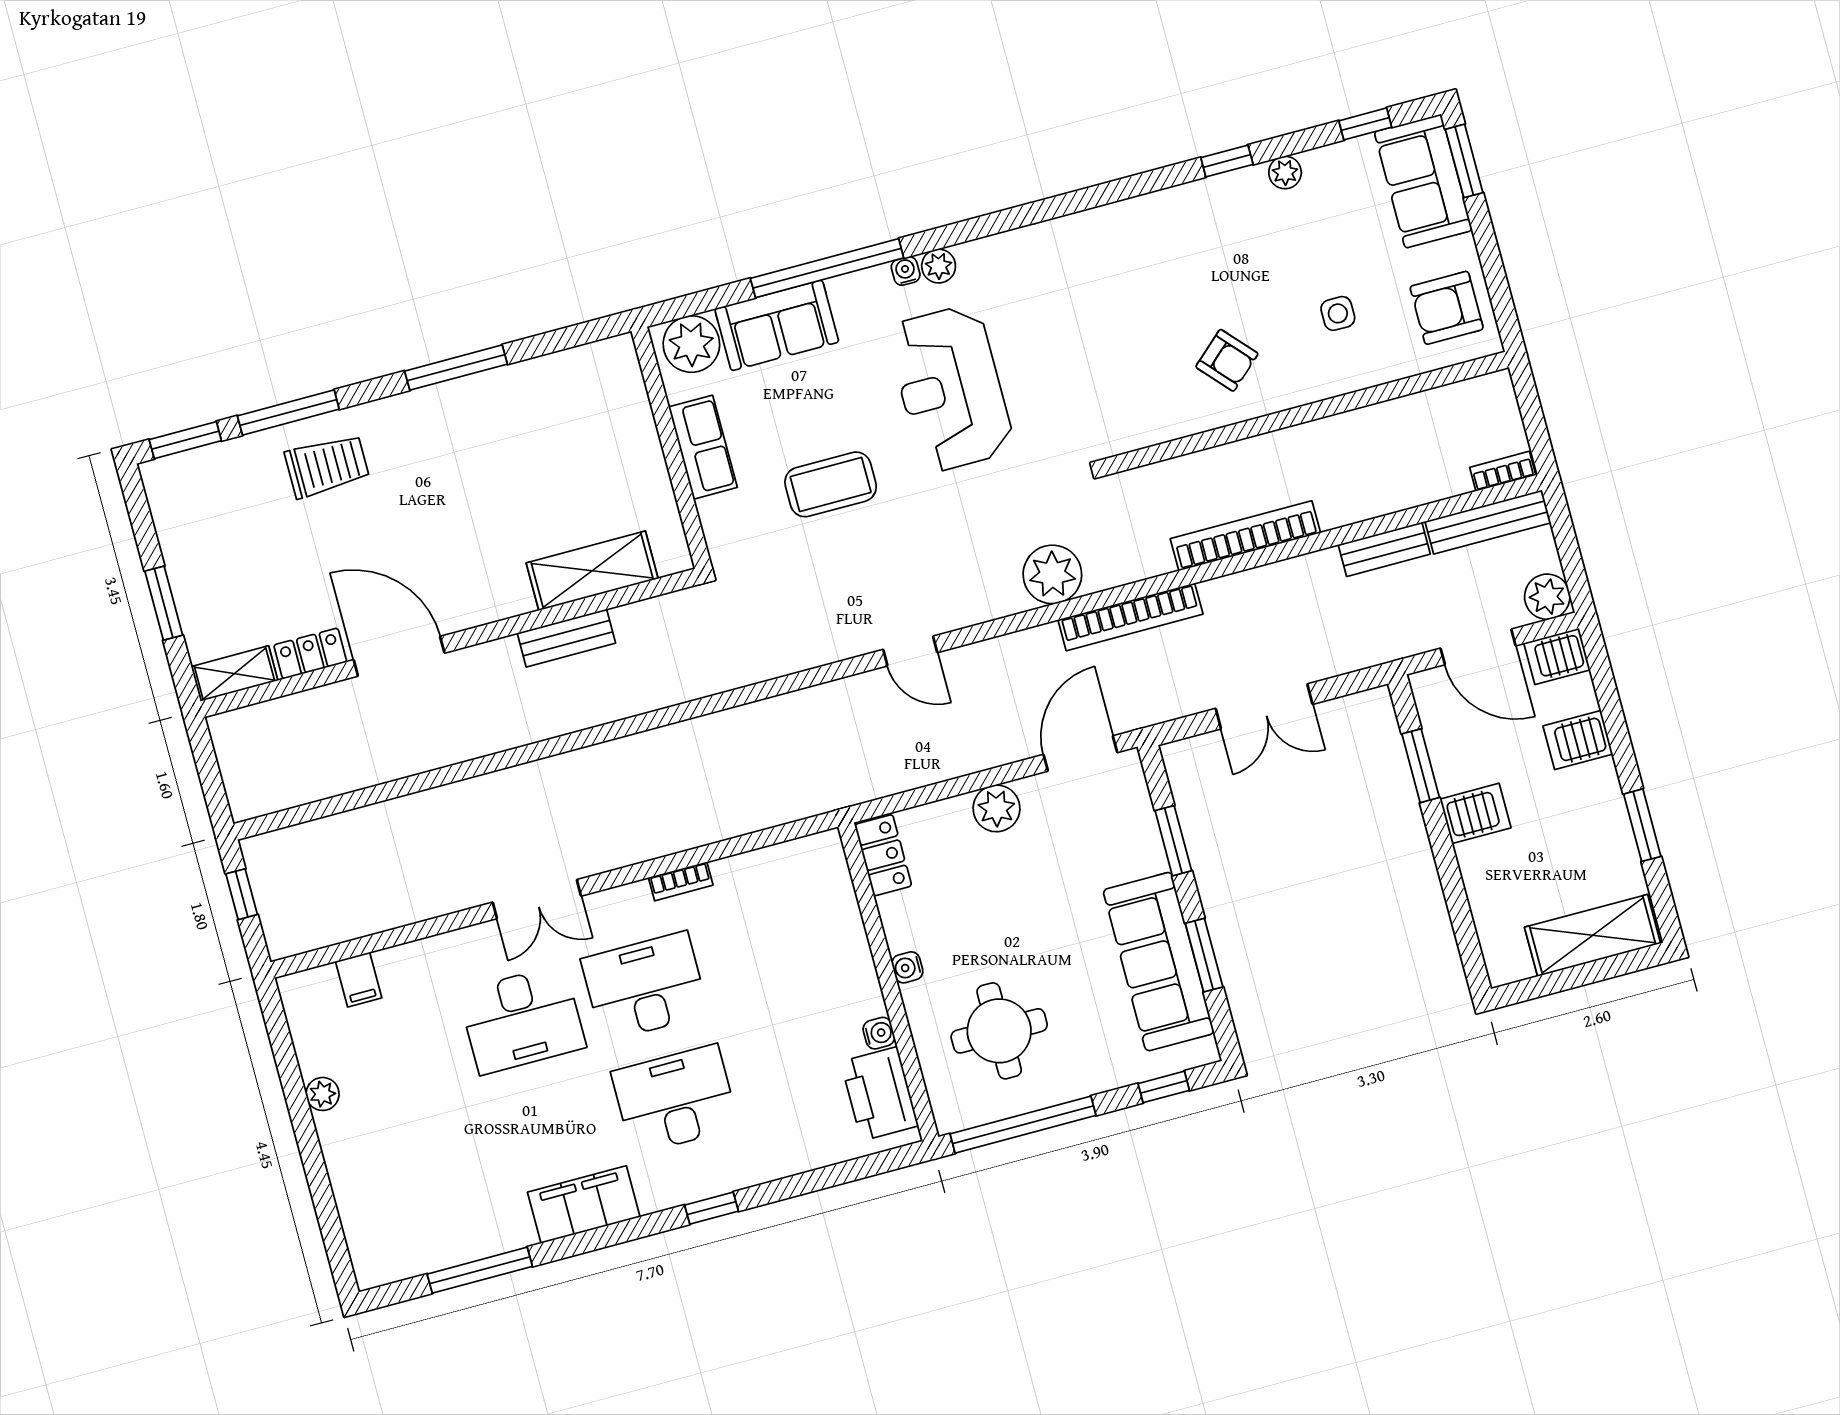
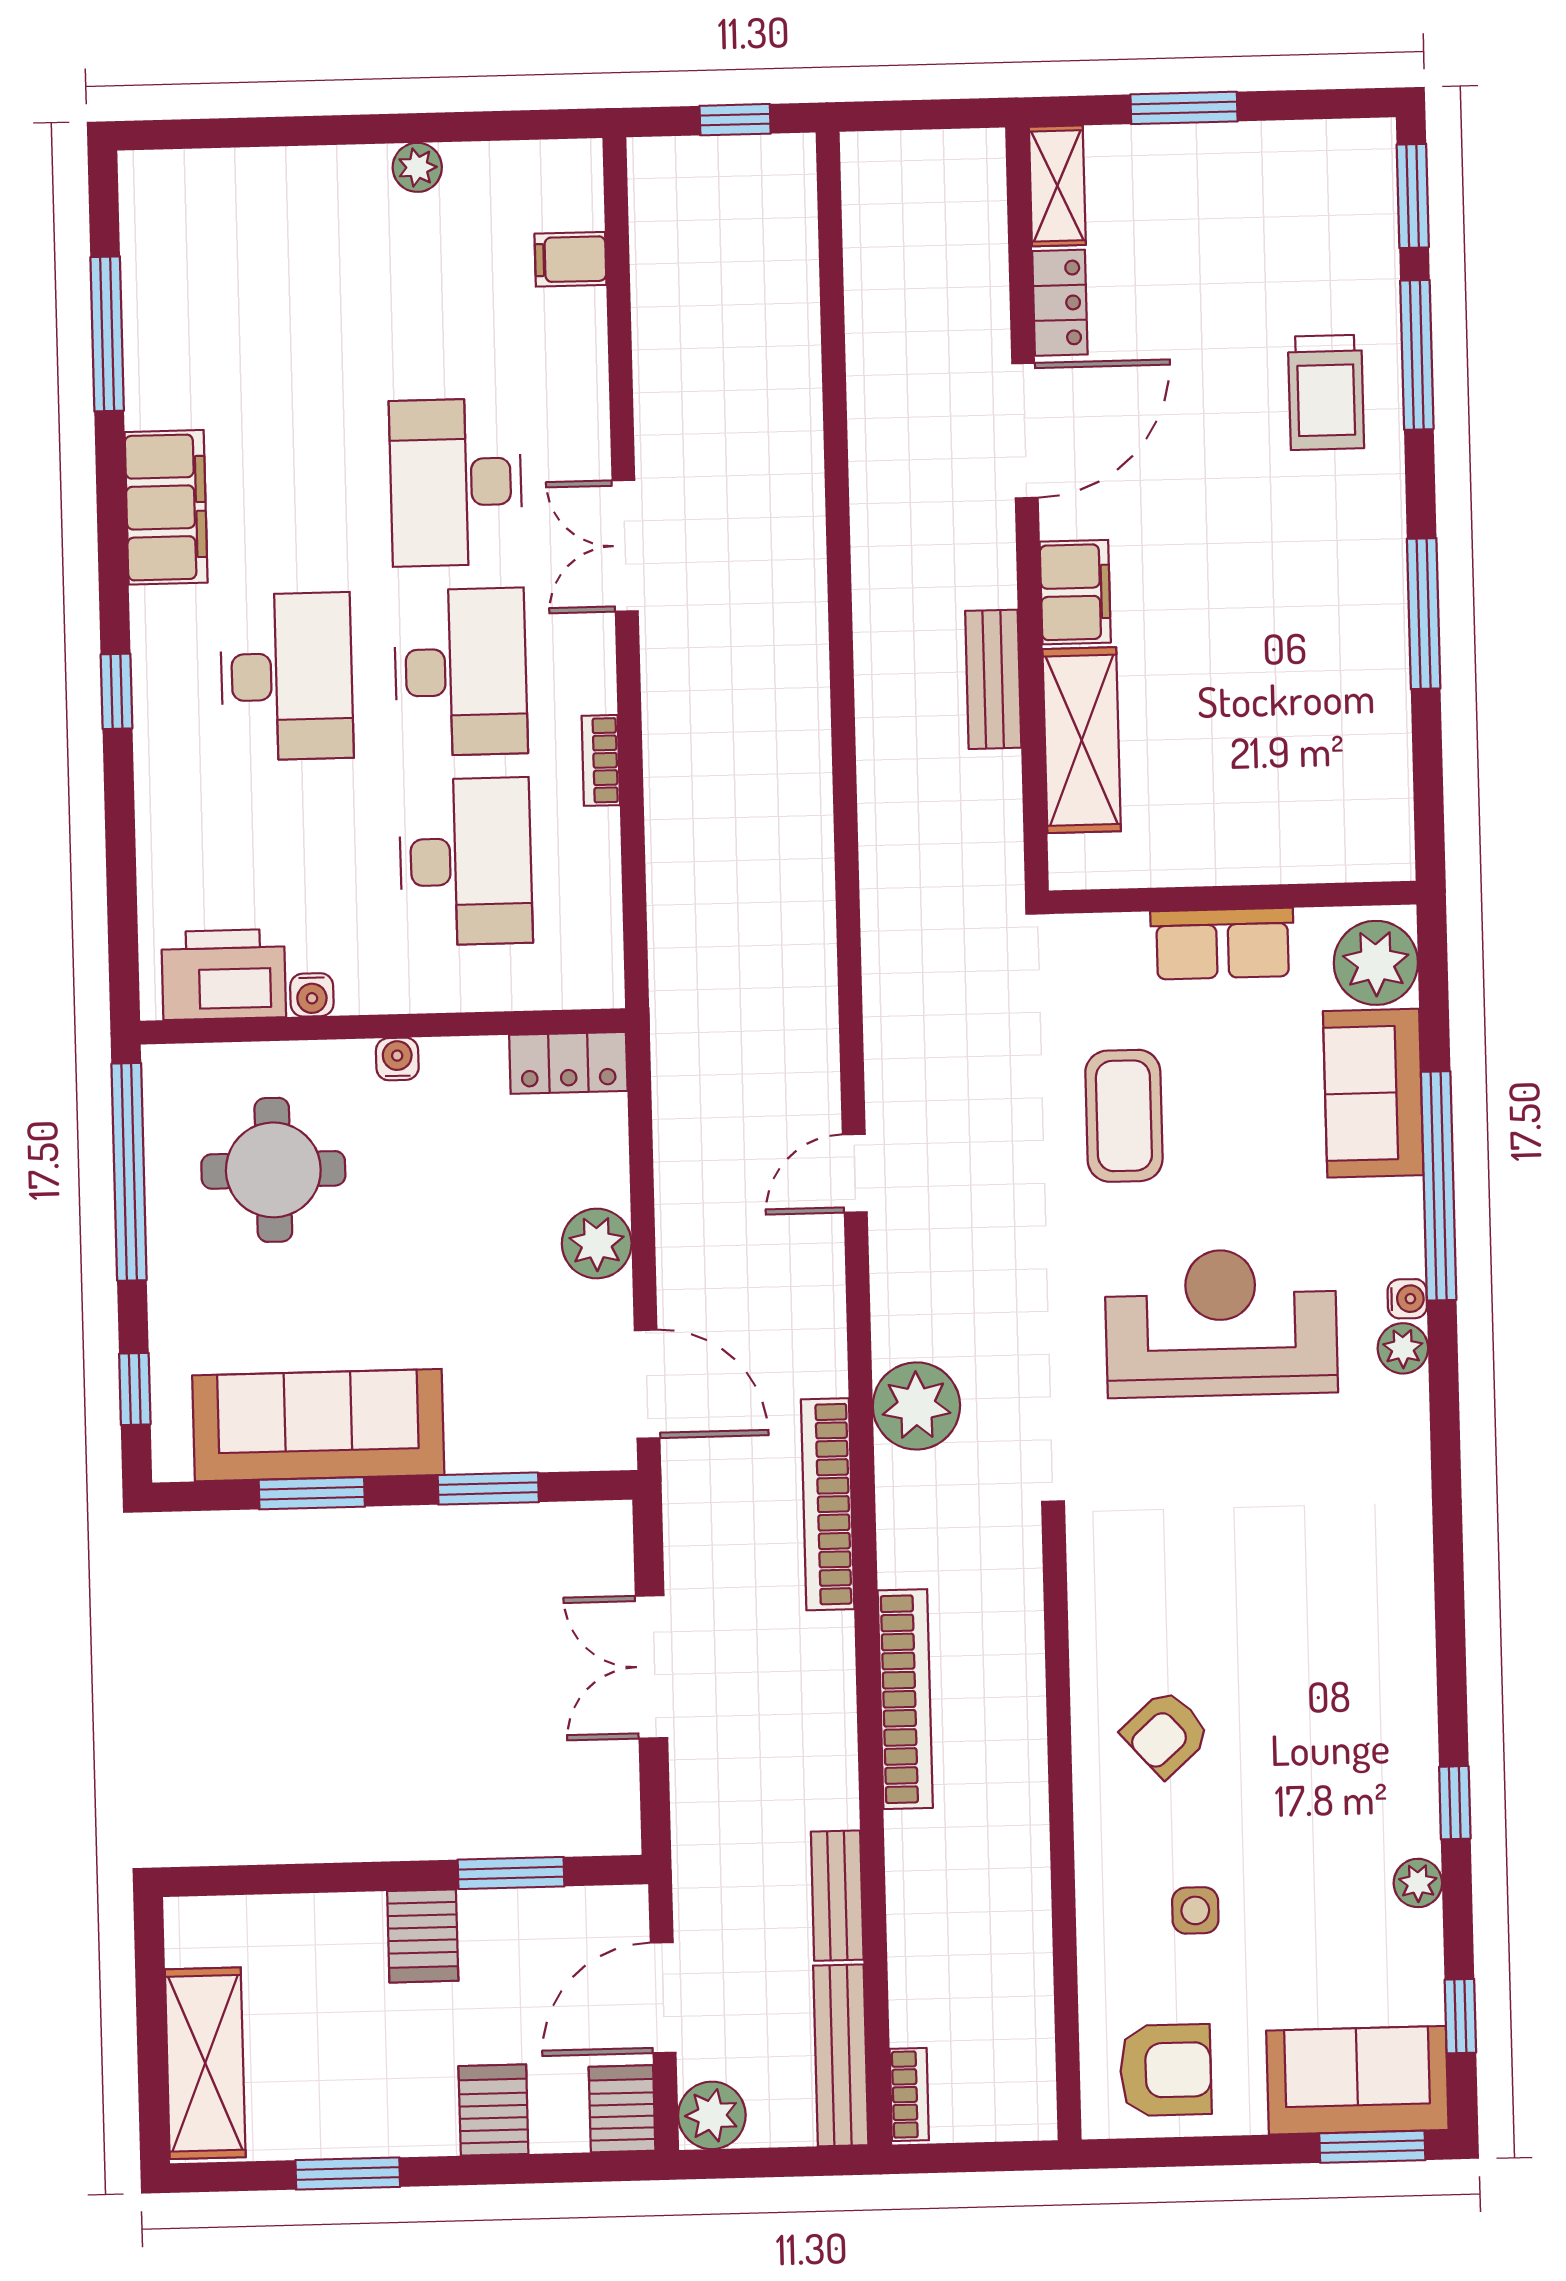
armchair: (1447, 308) -> (1166, 2070), turned 90
filing cabinet: (497, 598) -> (1075, 592), added
desk: (768, 954) -> (466, 861), added

